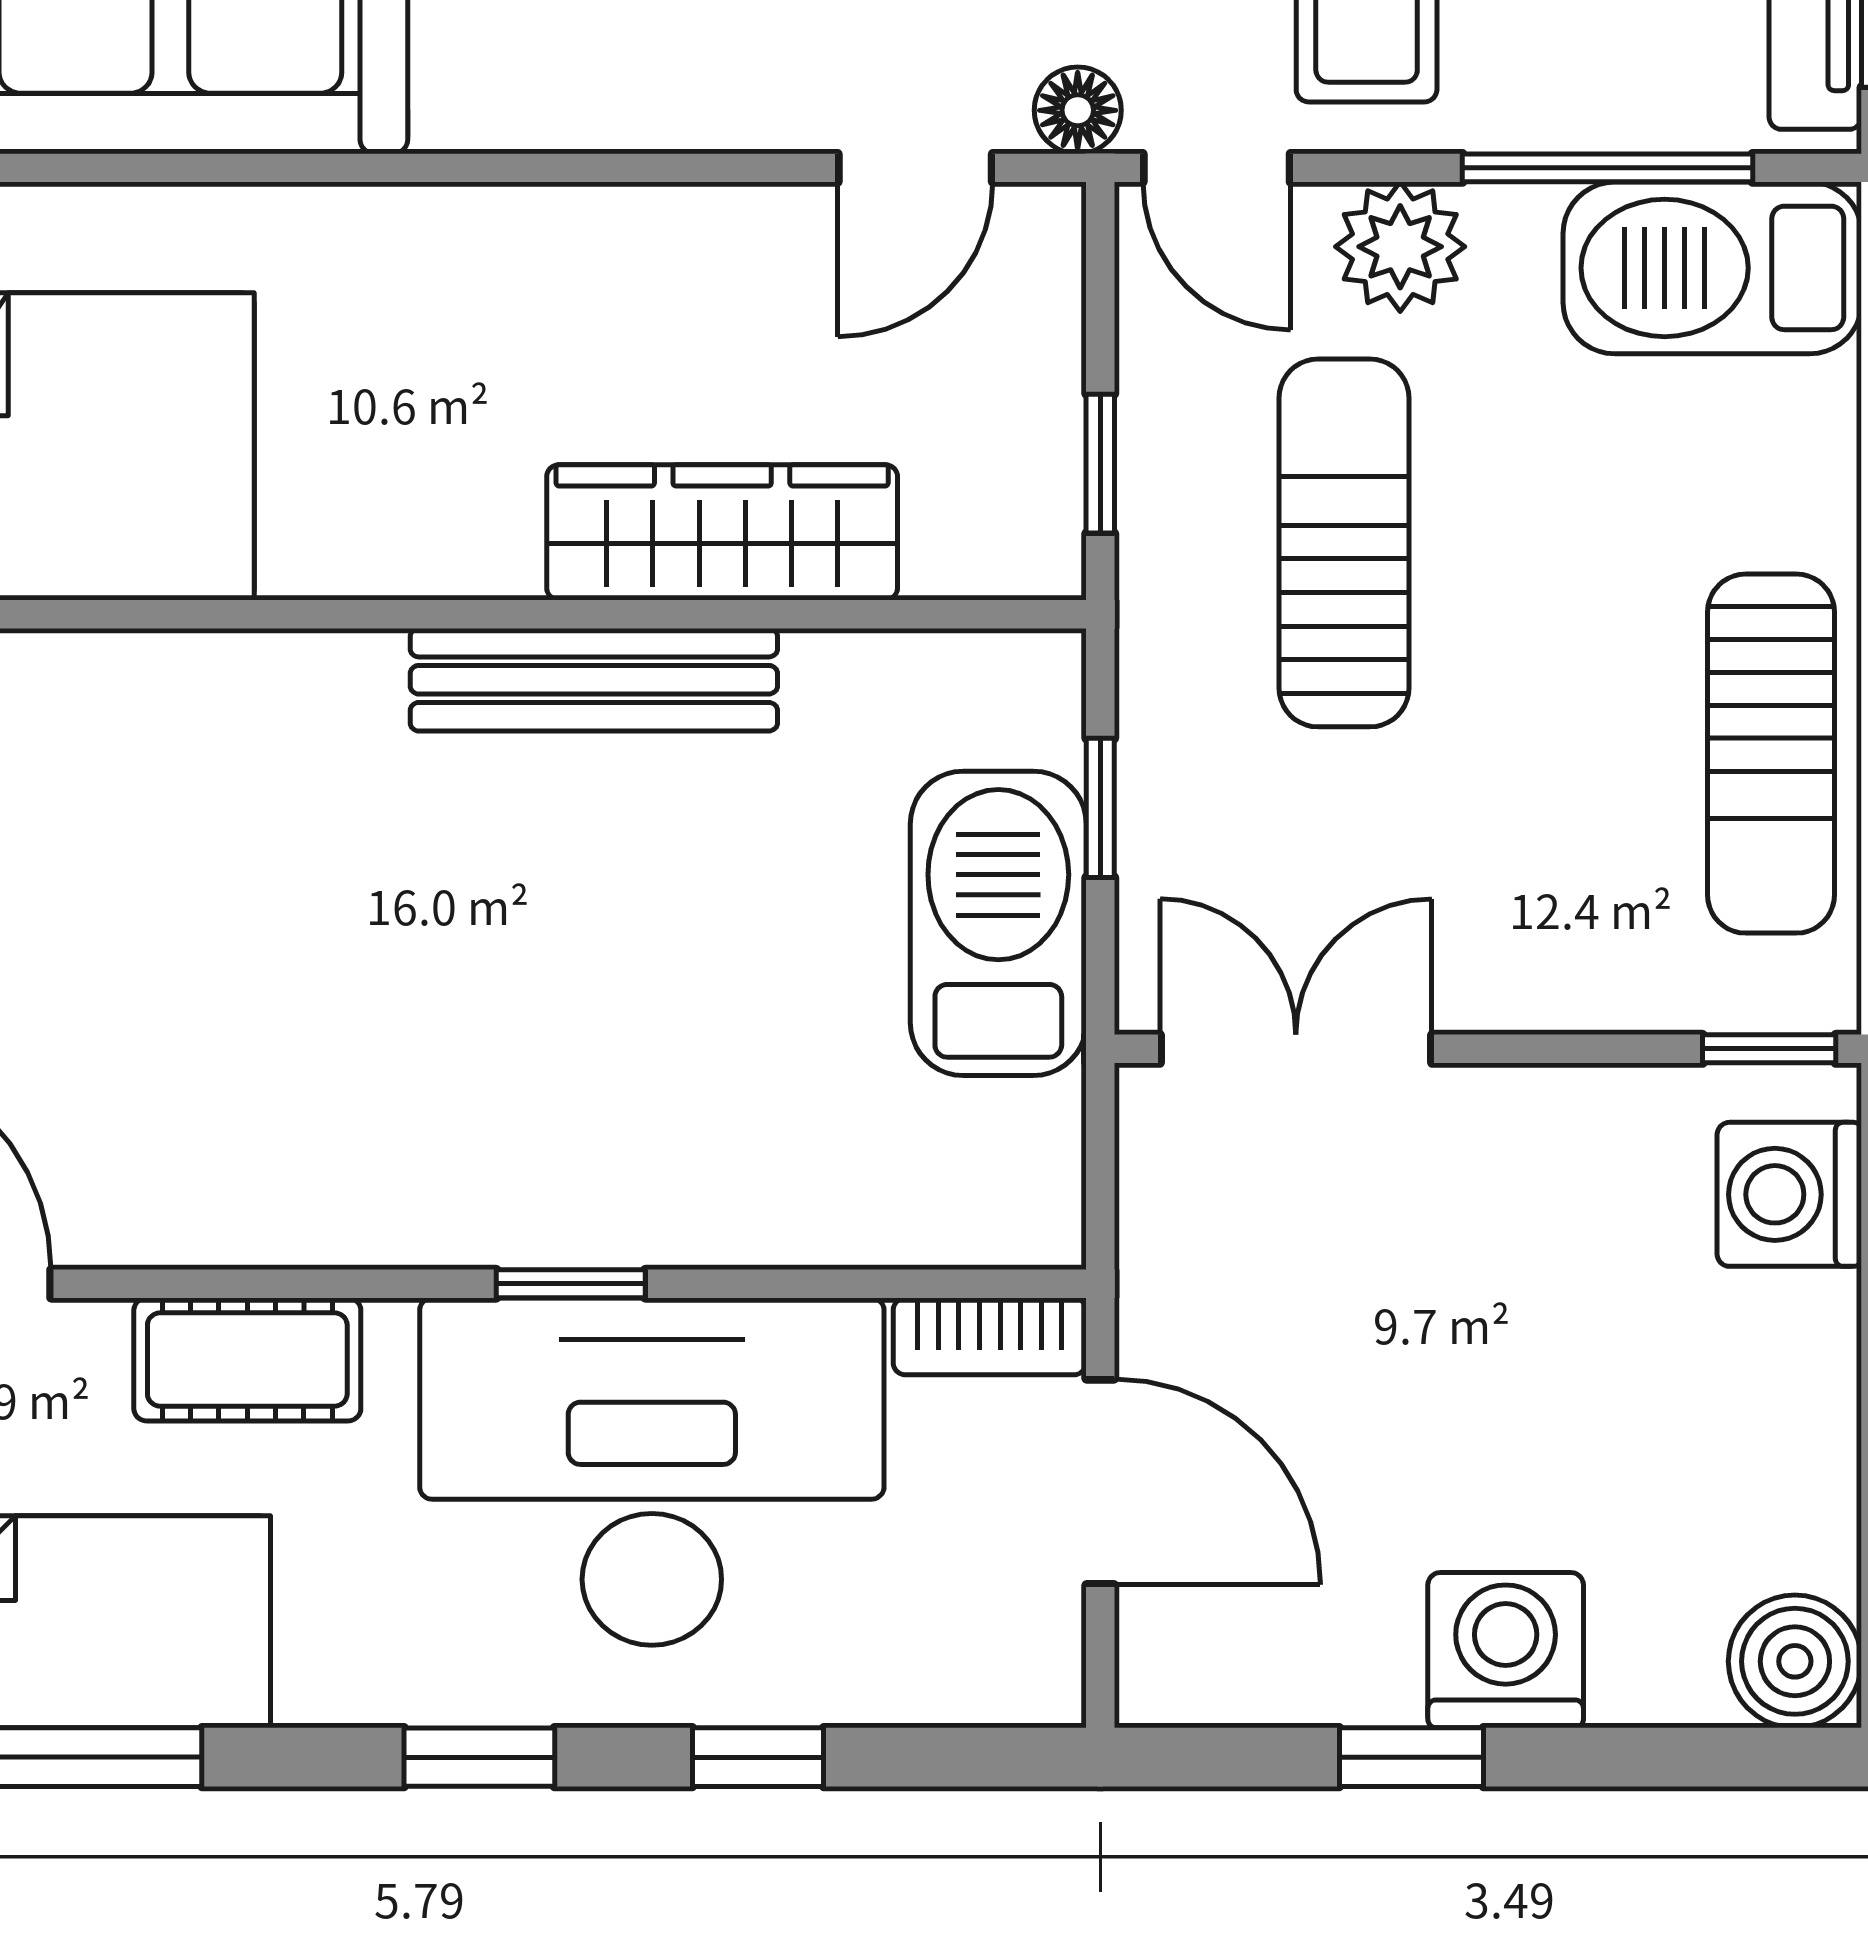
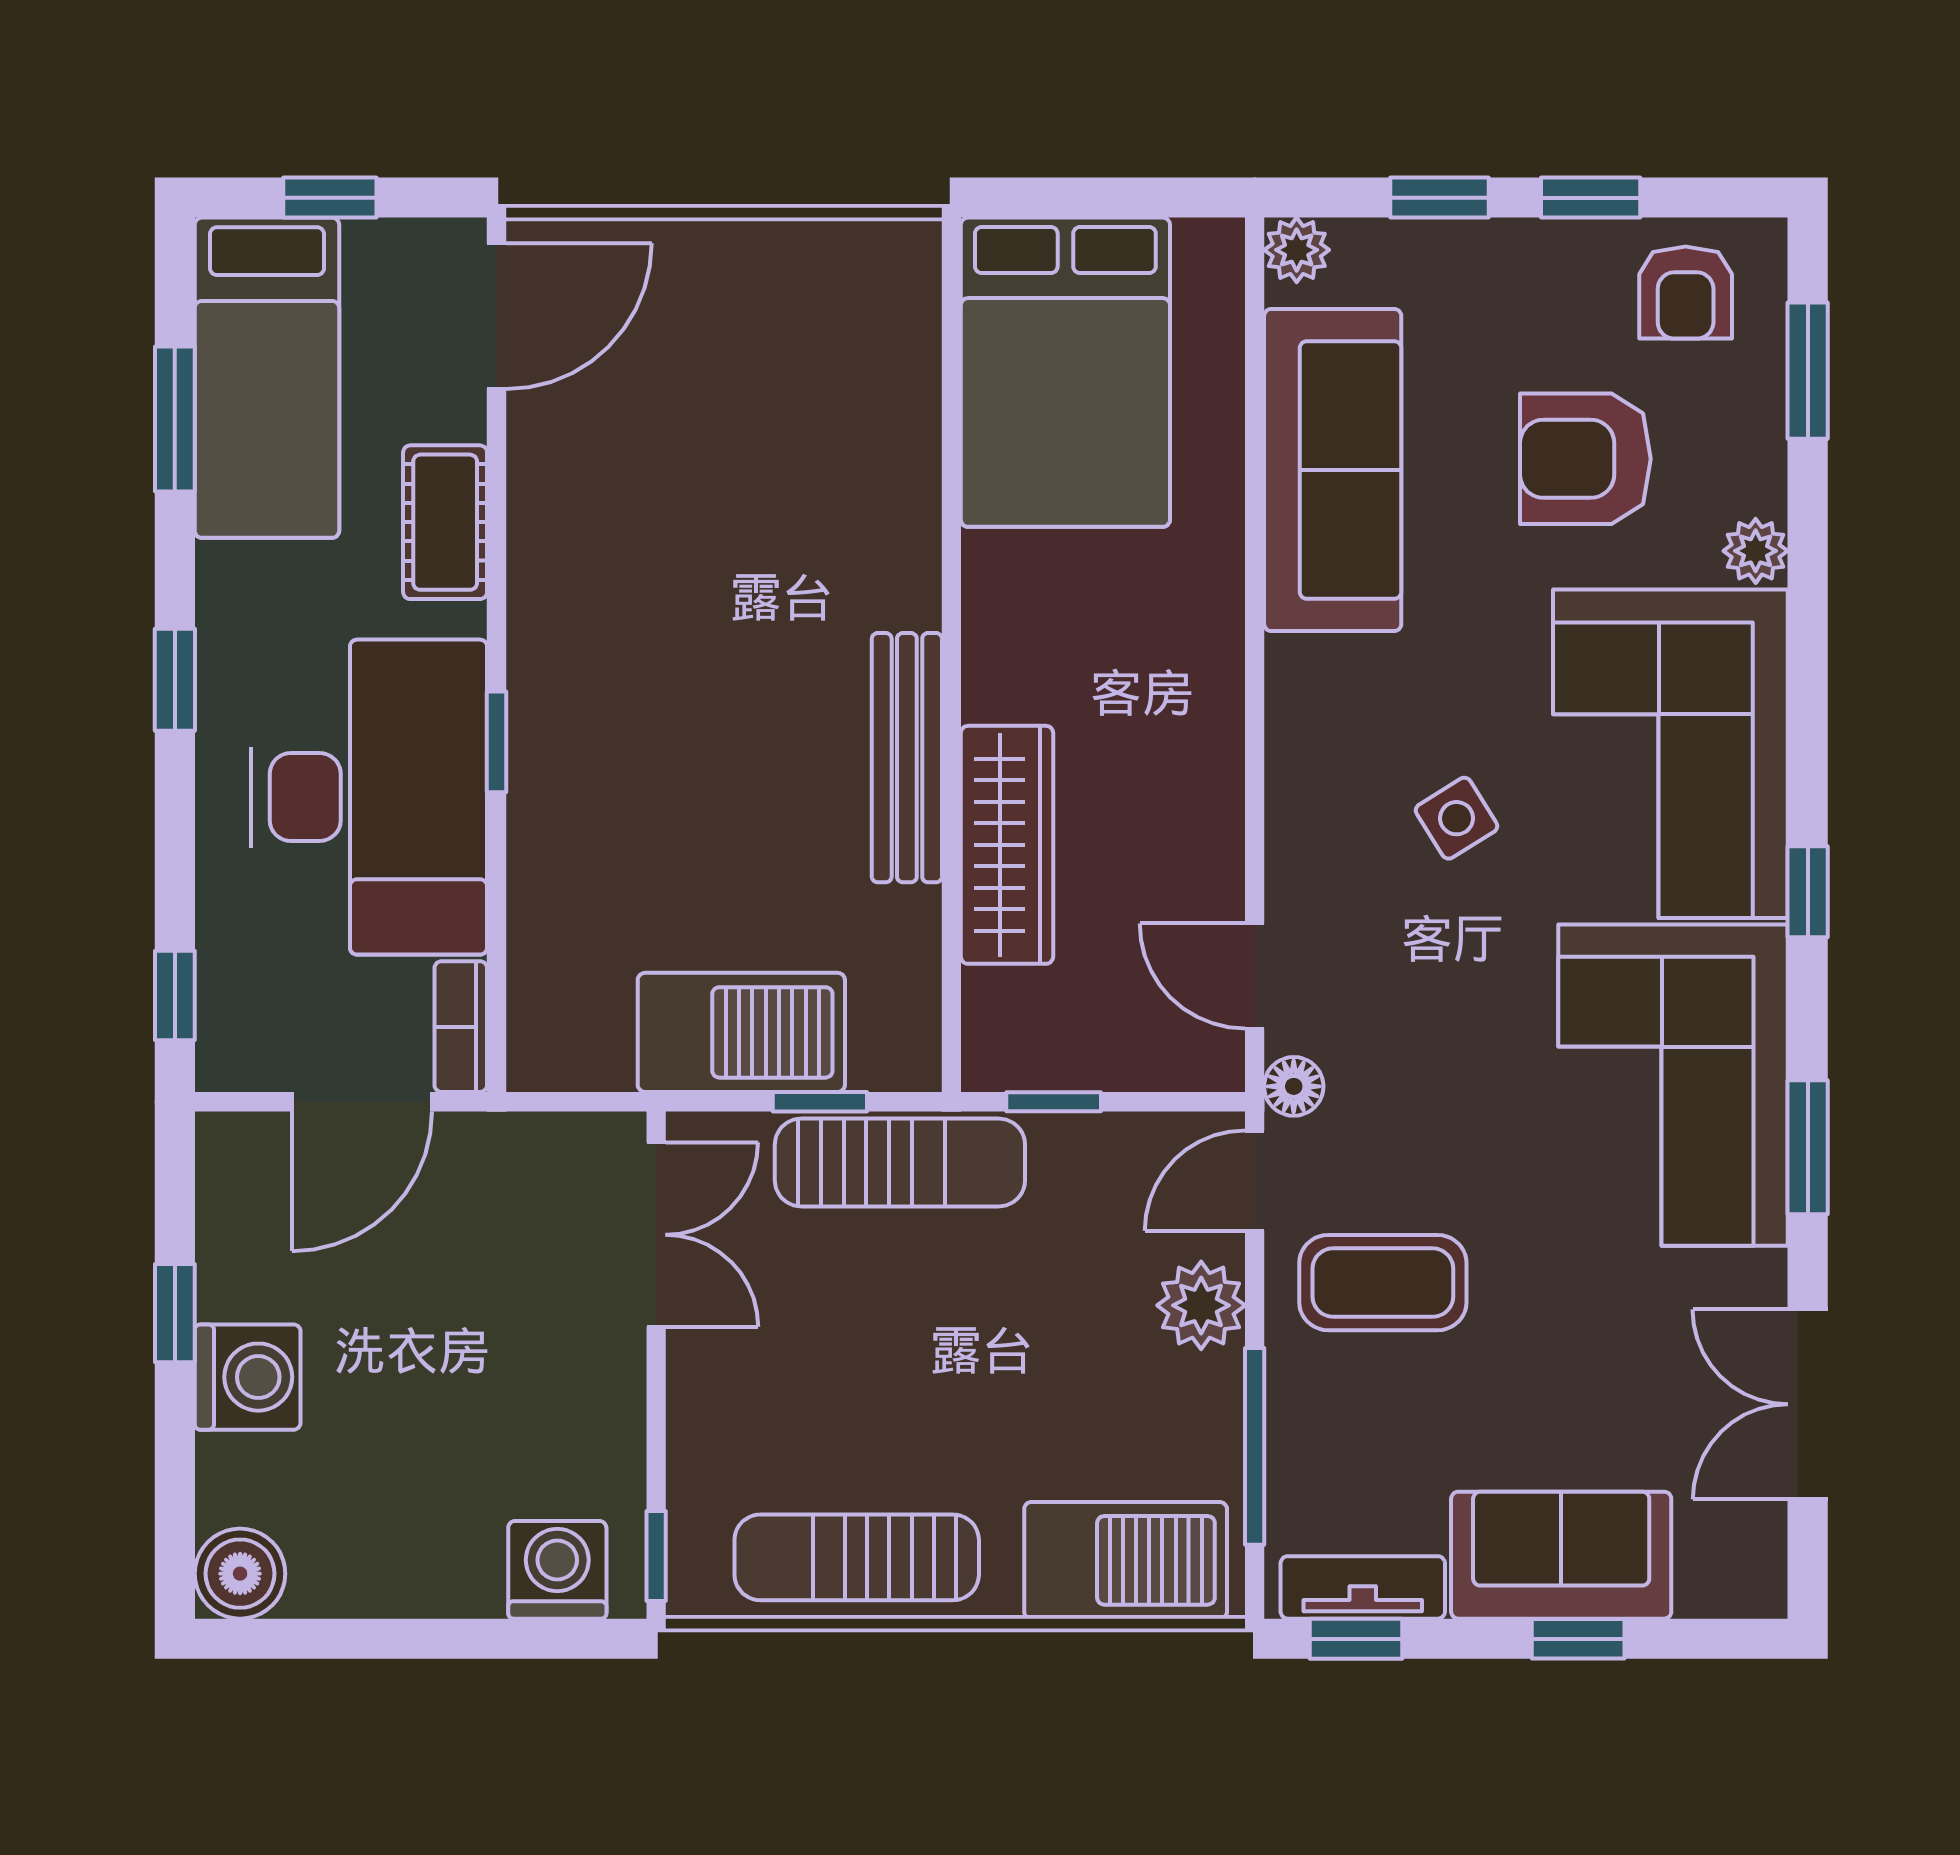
barbecue: (1712, 268) -> (1126, 1560), moved, turned 90
sun lounger: (1344, 543) -> (900, 1162), moved
window: (758, 1757) -> (175, 996), moved

